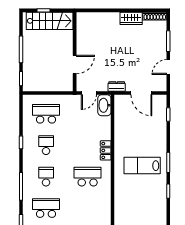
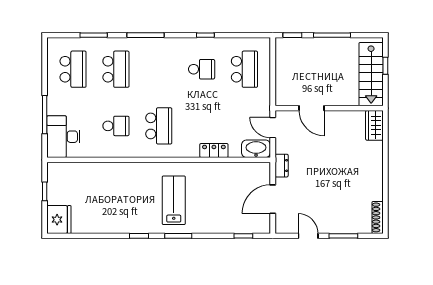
wardrobe: (131, 18) -> (374, 125), moved
locker: (106, 150) -> (214, 151), moved
school desk: (46, 177) -> (116, 126), moved

